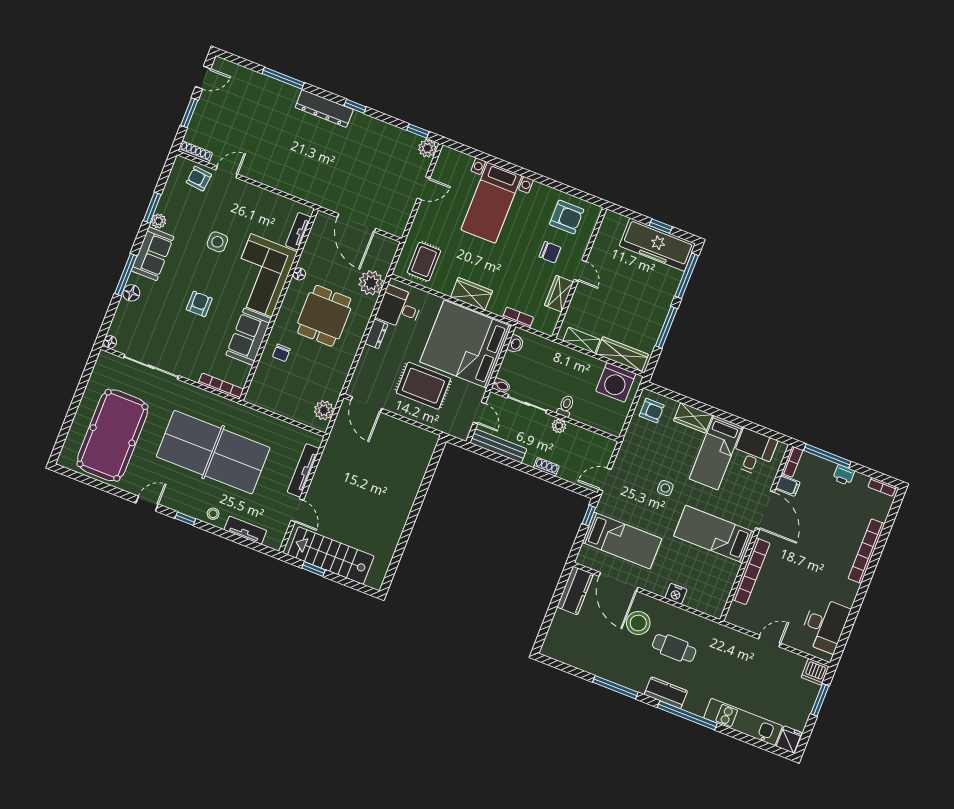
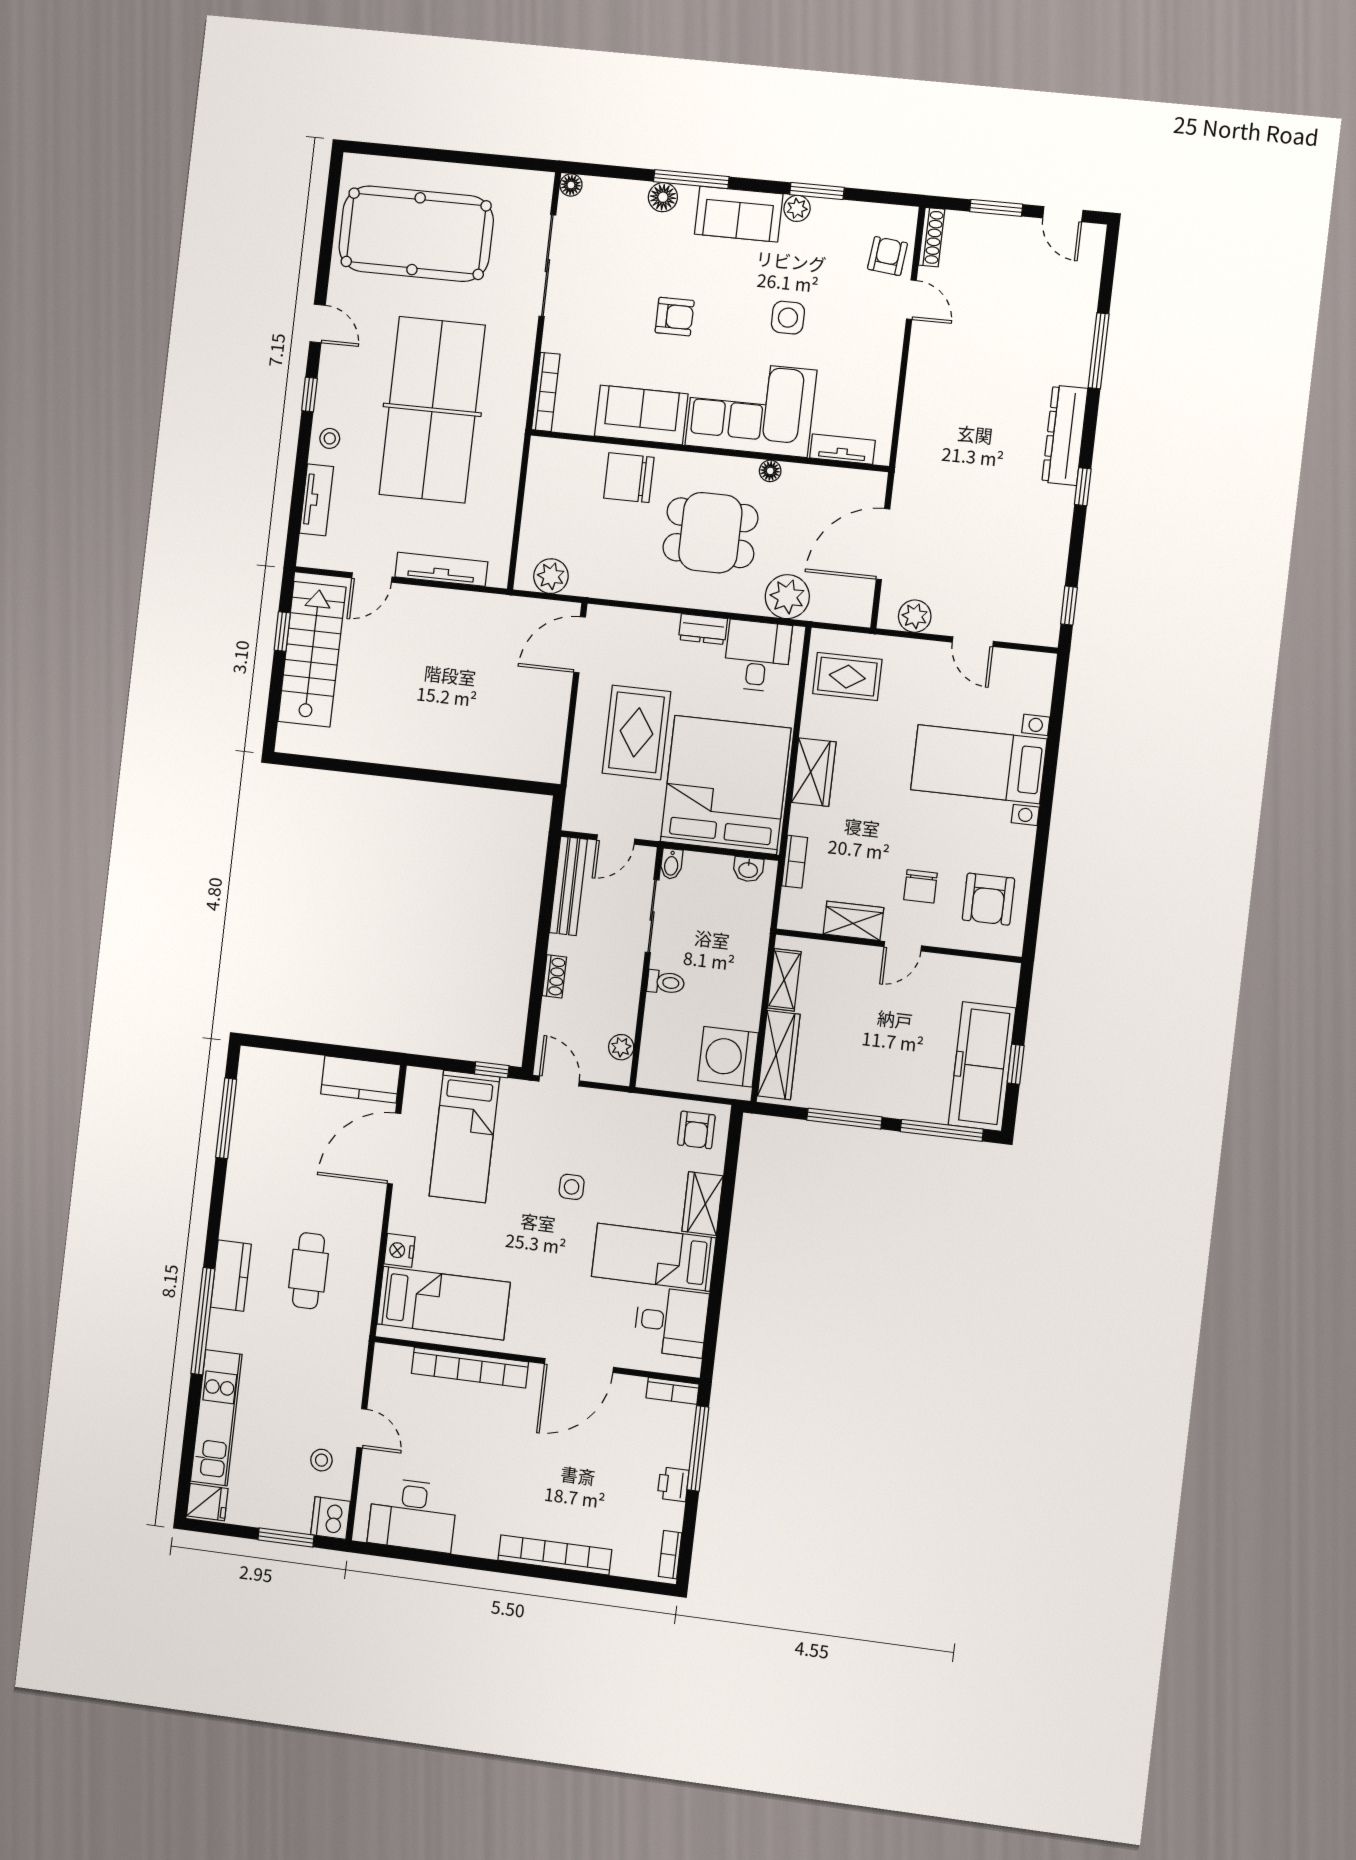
plant: (427, 148) -> (915, 616), moved
chair: (281, 353) -> (629, 478), width x1.87, depth x1.87
plant: (559, 426) -> (621, 1047), moved
filing cabinet: (788, 486) -> (630, 1394), removed
bed: (714, 534) -> (443, 1303), moved, turned 90
stool: (638, 623) -> (321, 1460), moved, width x0.53, depth x0.53
window: (615, 687) -> (226, 1118), moved

